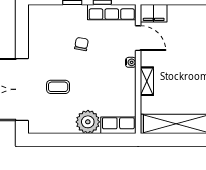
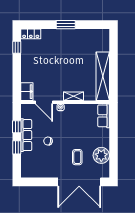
row of seats: (112, 12) -> (26, 135), moved
door: (138, 38) -> (44, 102), swing flipped
plant: (88, 122) -> (101, 155), moved

